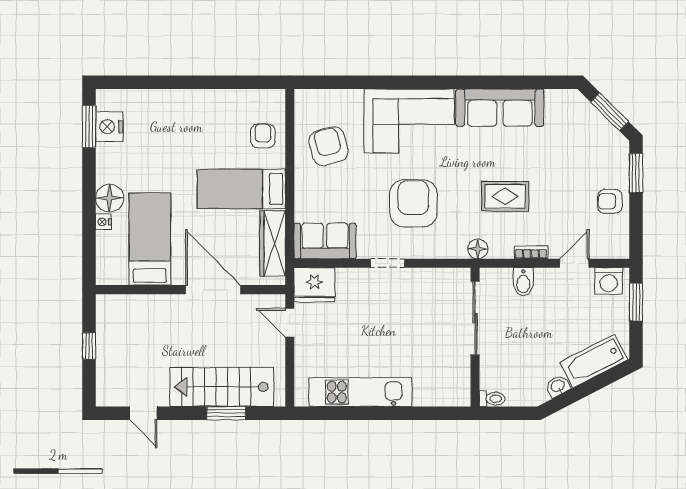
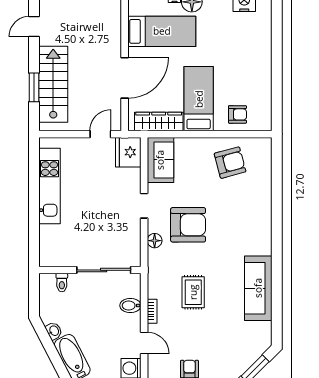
corner sofa: (409, 121) -> (248, 222), removed
floor lamp: (478, 249) -> (155, 241), moved
toilet: (492, 399) -> (62, 283), moved

